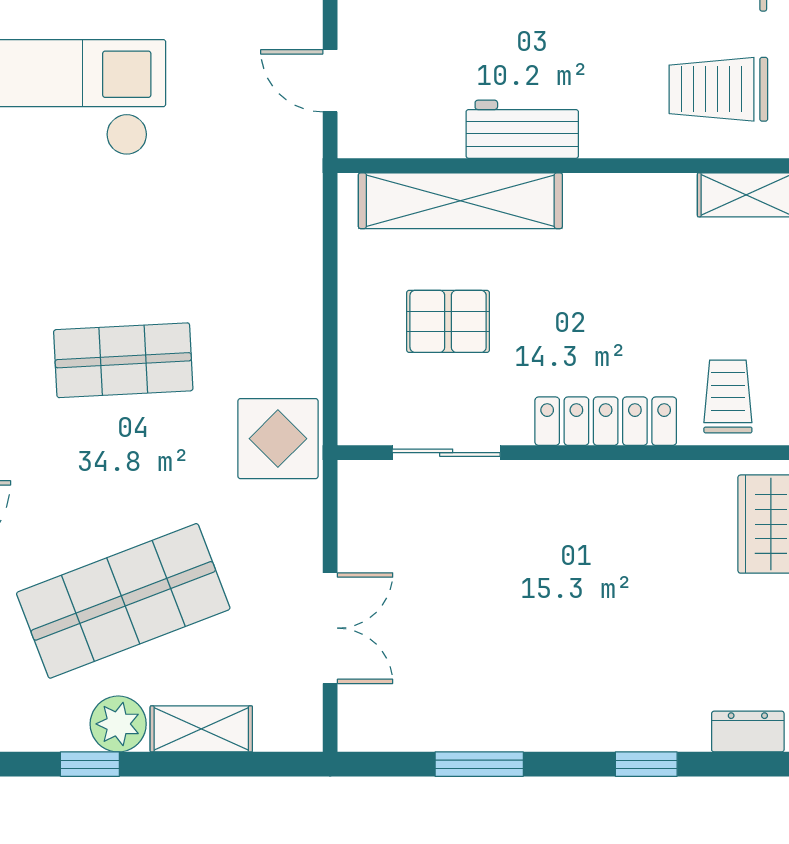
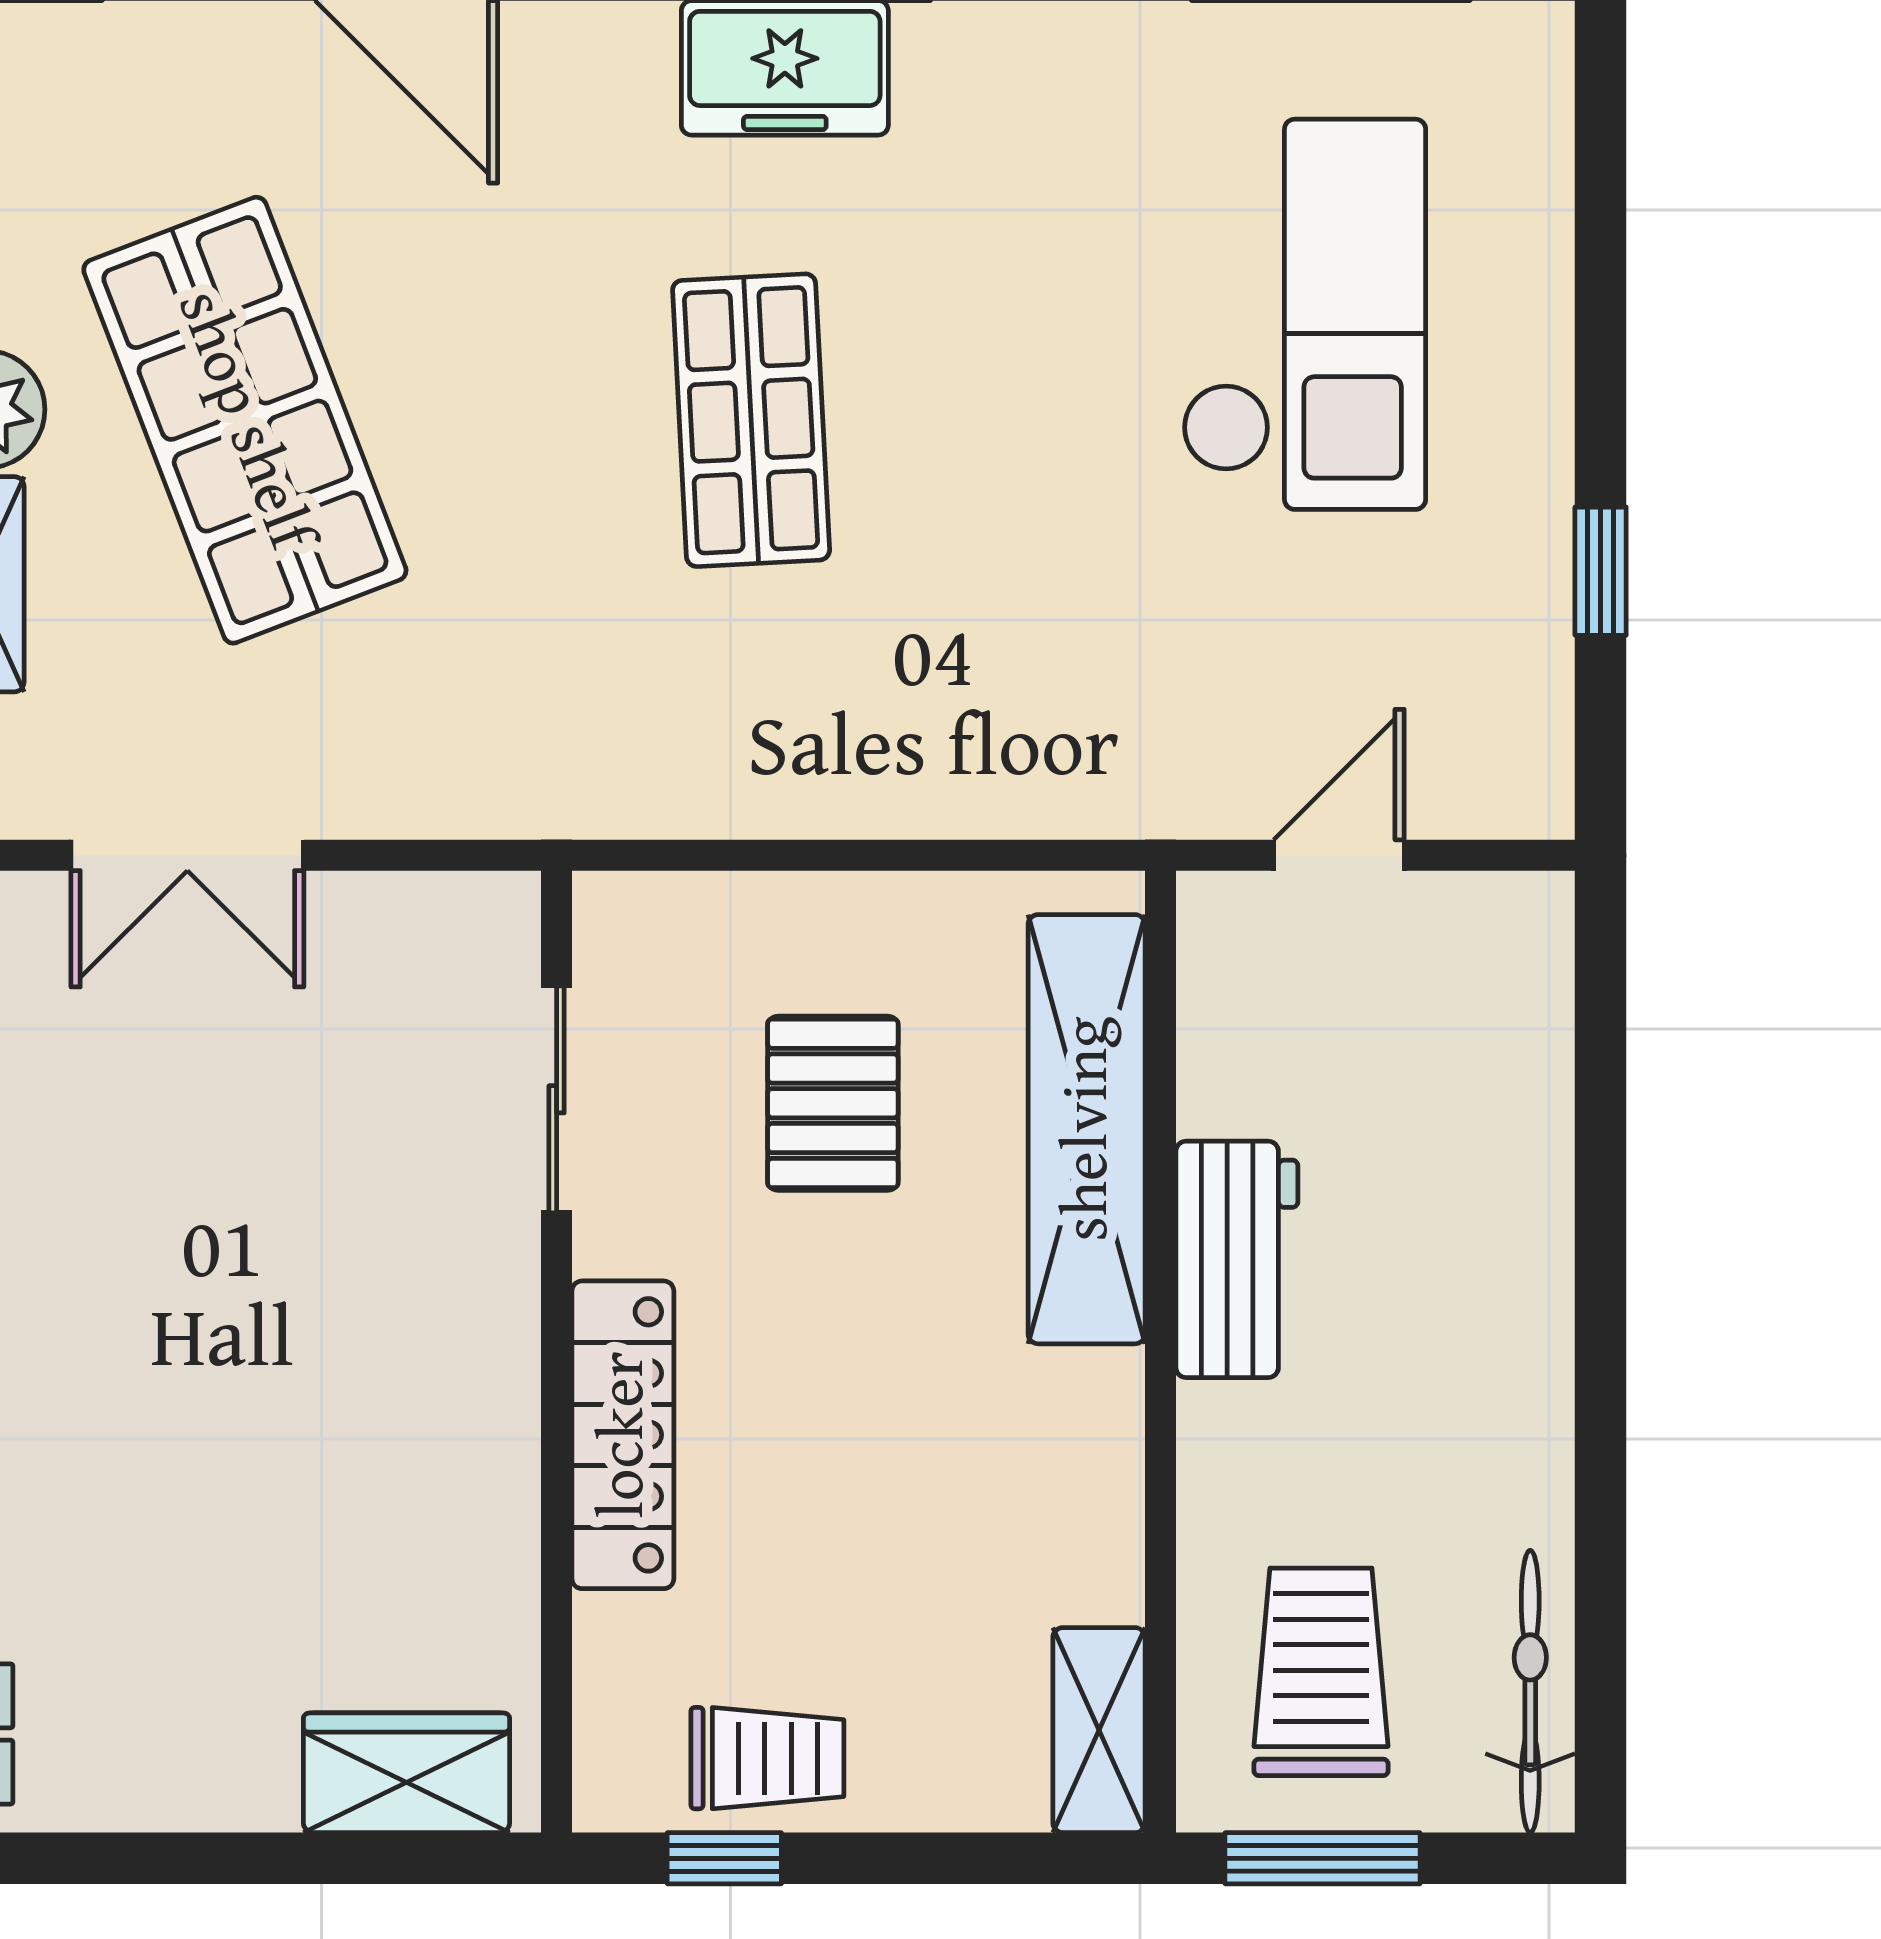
trolley: (728, 396) -> (767, 1758), moved
display table: (278, 439) -> (586, 746), removed

